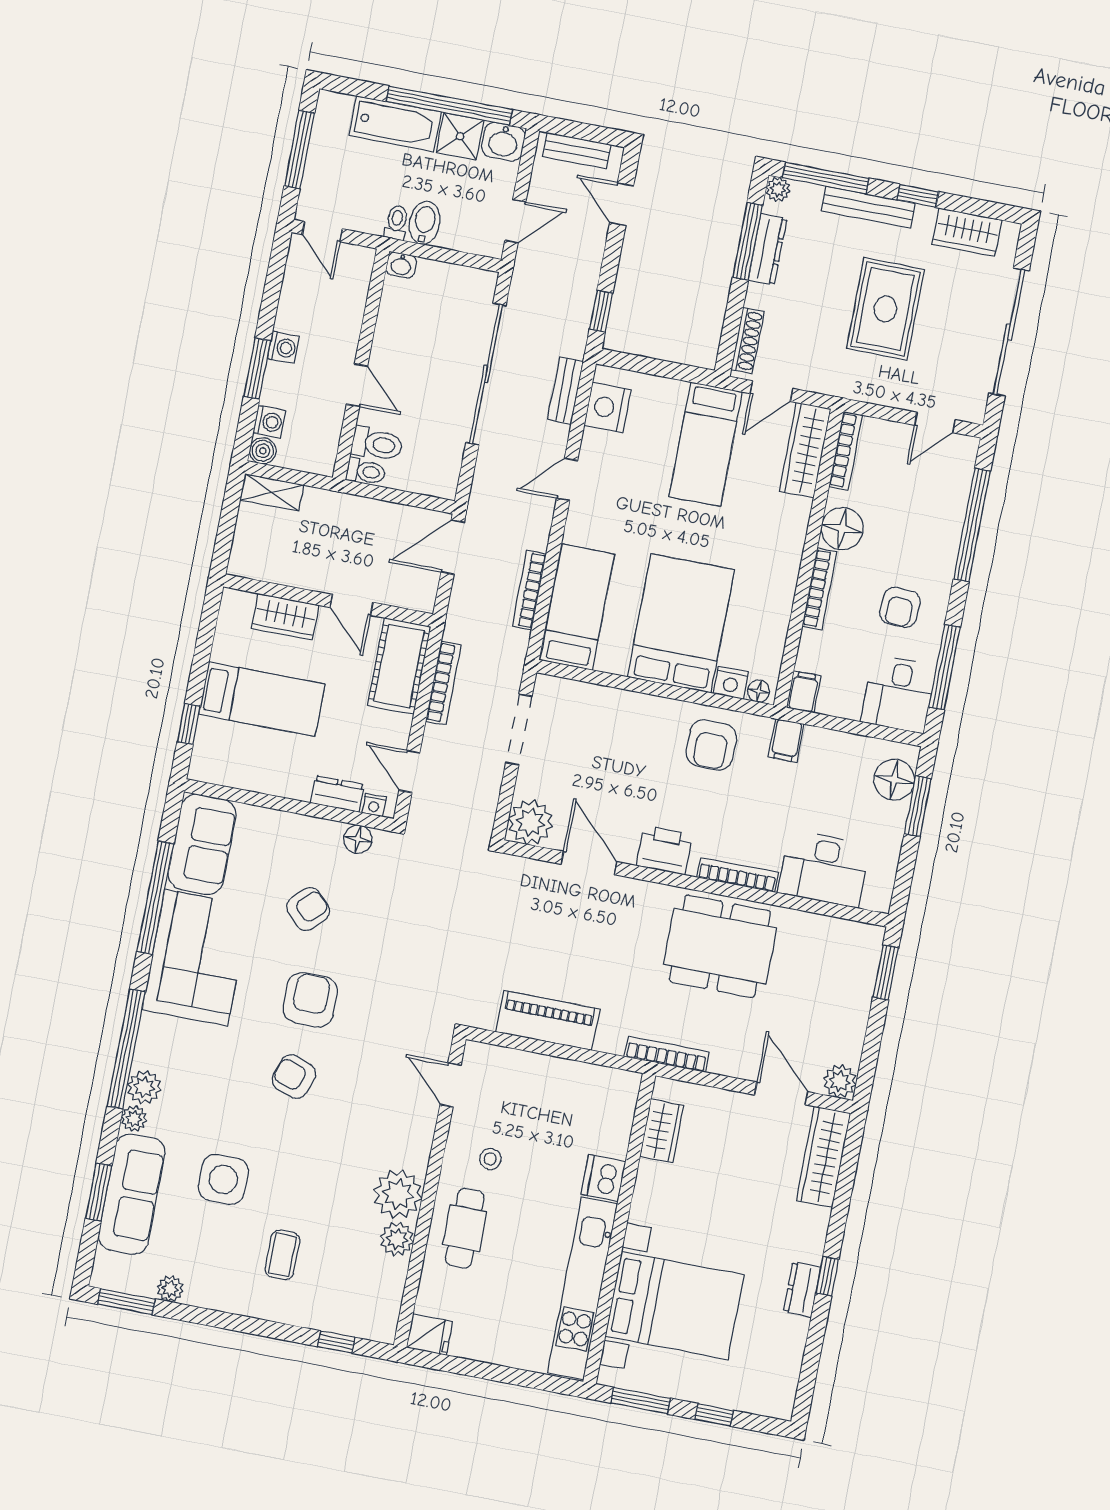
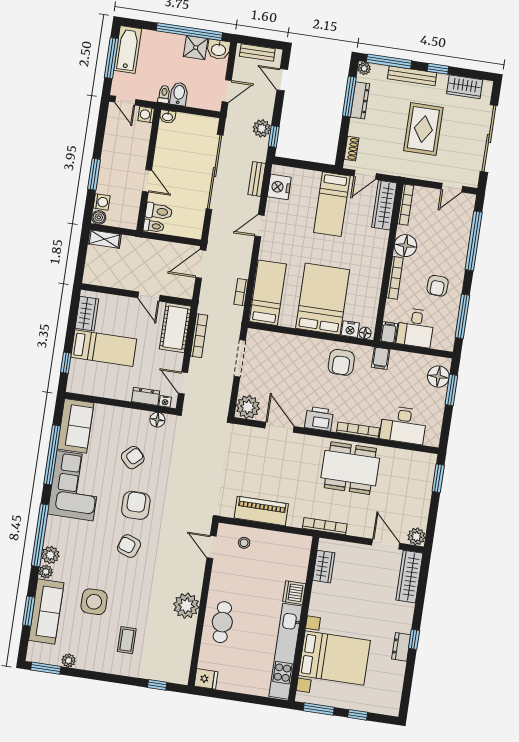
bathtub: (395, 124) -> (128, 49), moved, turned -90
shoe rack: (748, 341) -> (351, 149), width x0.70
washing machine: (283, 347) -> (146, 115), moved, turned 180
bookcase: (529, 590) -> (241, 292), width x0.64
wardrobe: (285, 617) -> (87, 314), moved, turned -90
desk: (899, 694) -> (416, 328), moved
stool: (490, 1159) -> (244, 543), moved
plant: (397, 1239) -> (262, 128), moved

